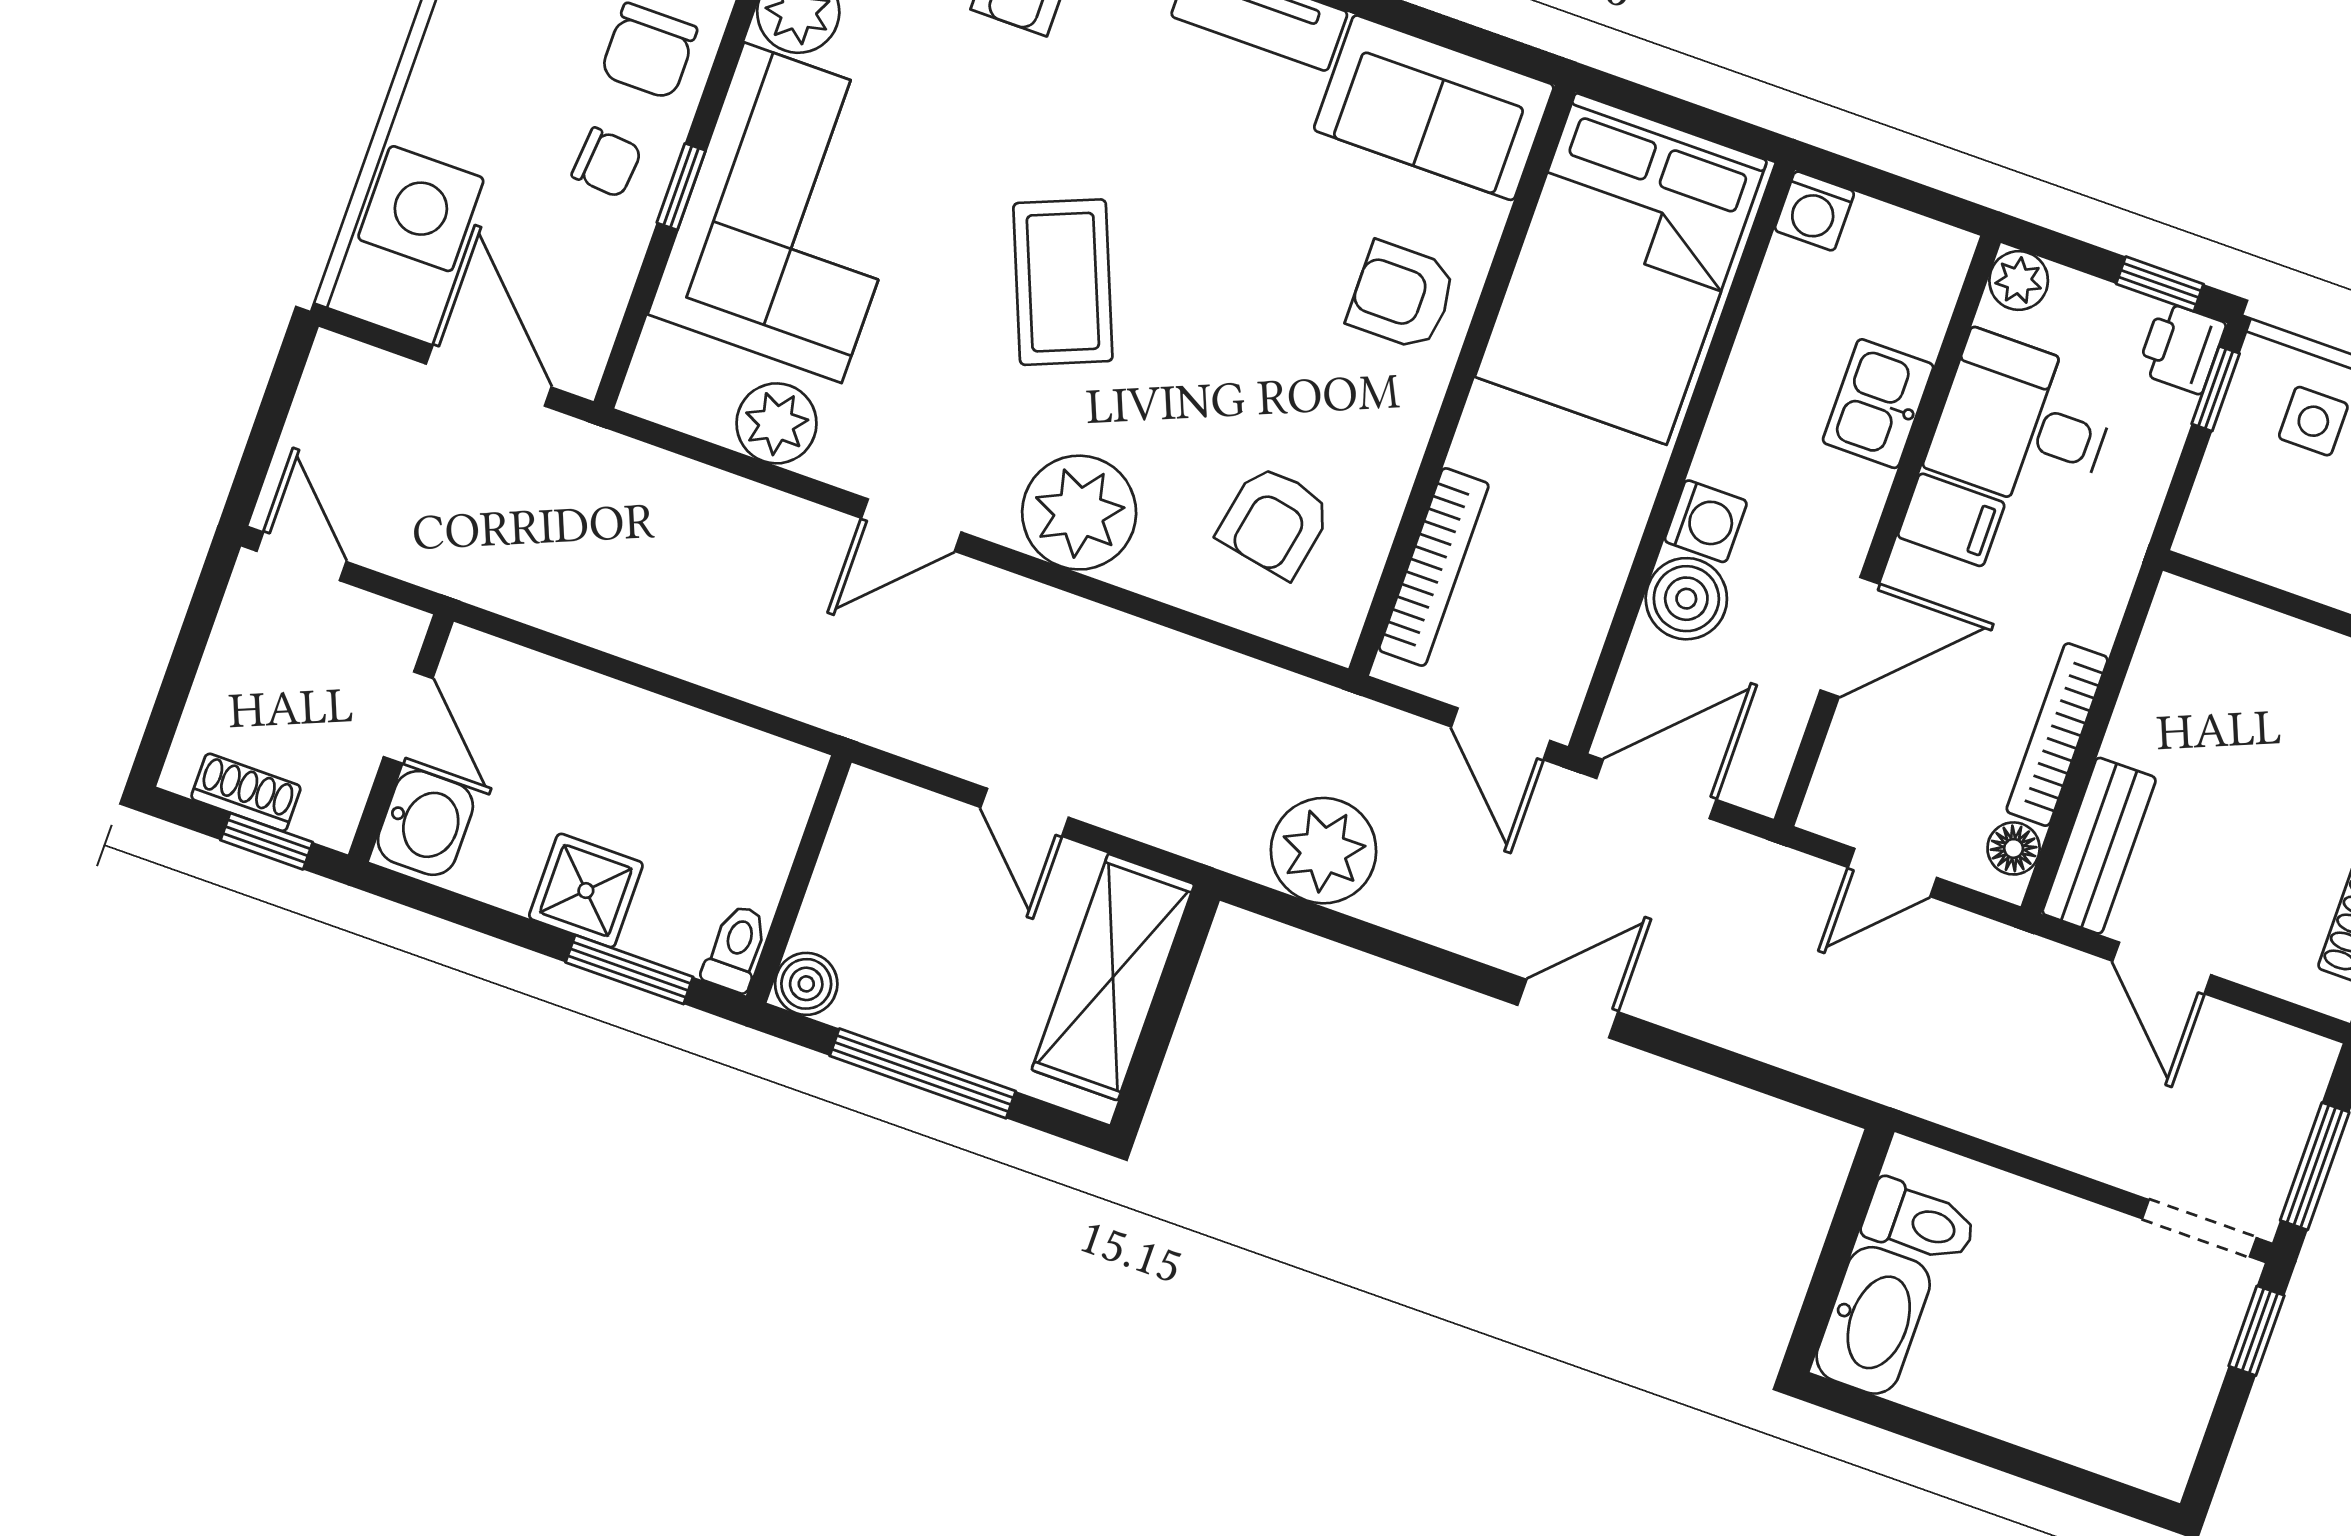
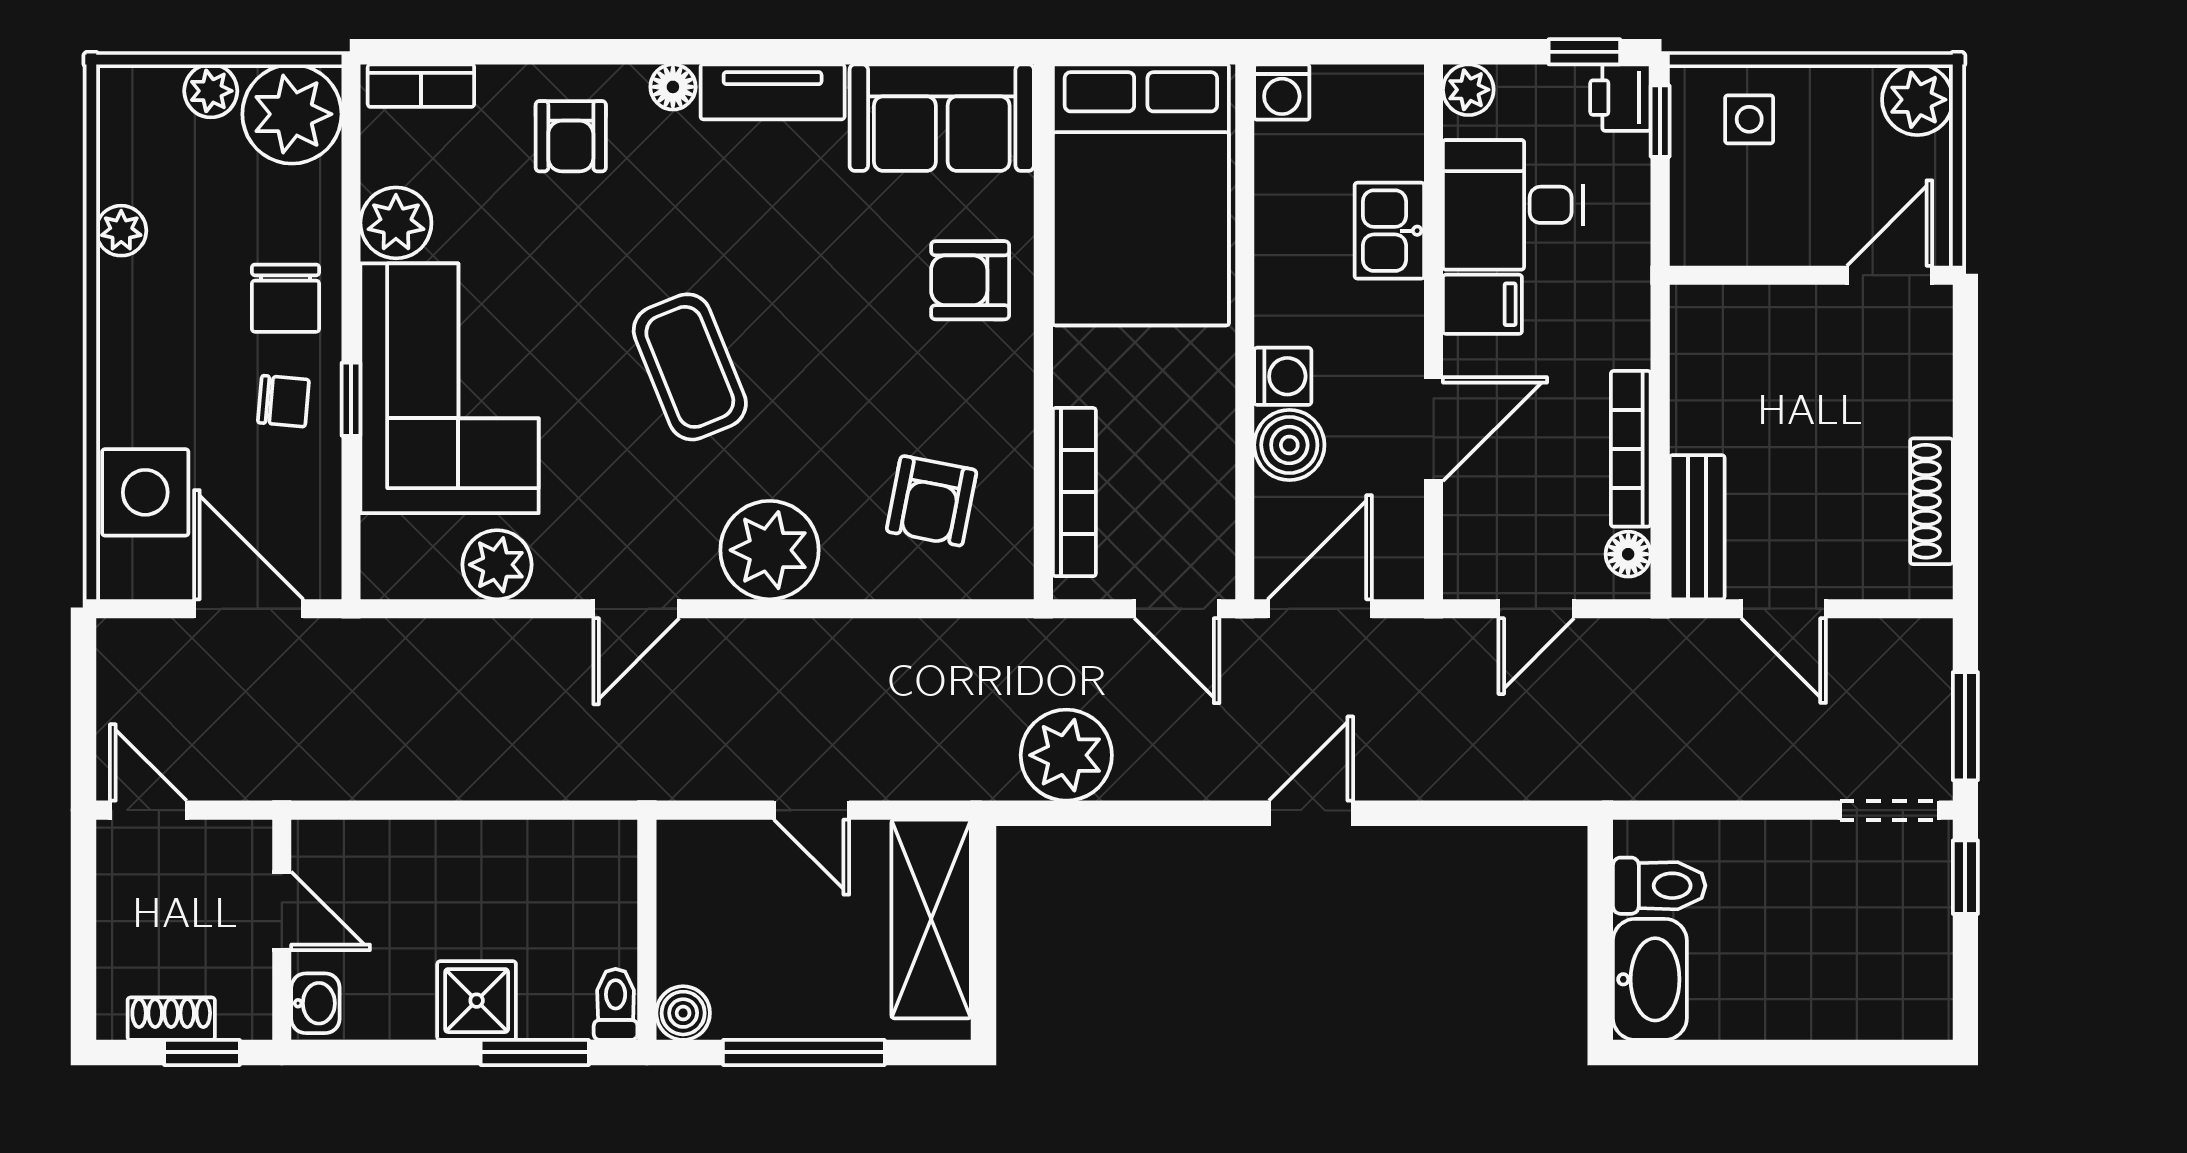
washbasin: (425, 823) -> (315, 1003), width x0.72, depth x0.69

